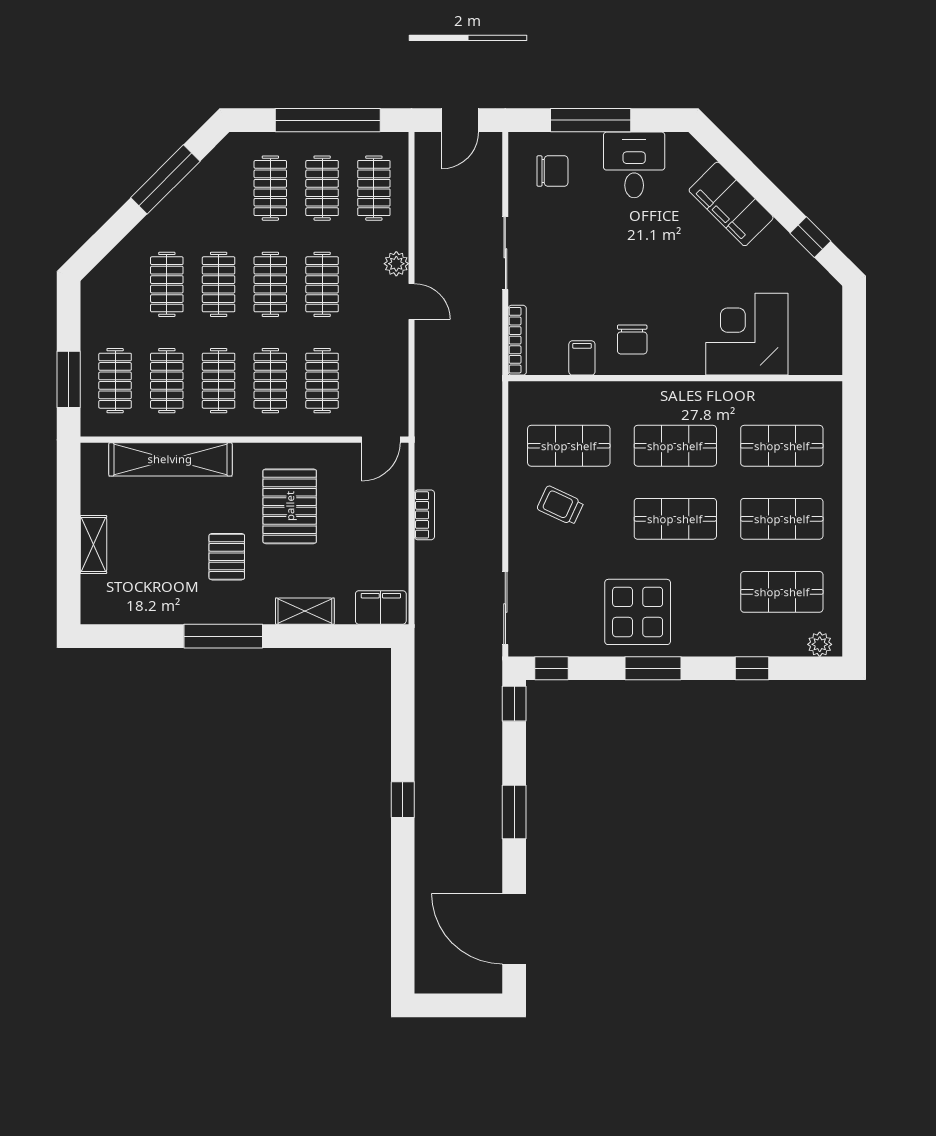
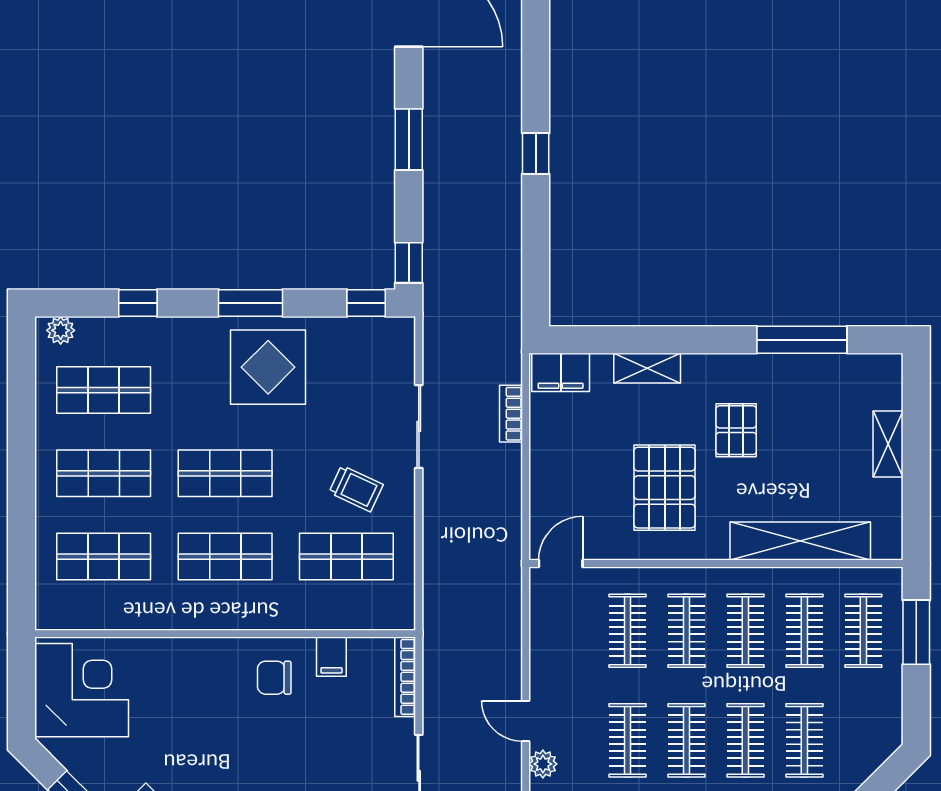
corner desk: (747, 334) -> (82, 690), moved, turned -90
chair: (632, 339) -> (274, 678), turned -90
bookcase: (424, 515) -> (511, 414), moved
sliding door: (505, 608) -> (419, 426), moved
window: (223, 636) -> (802, 340), moved

